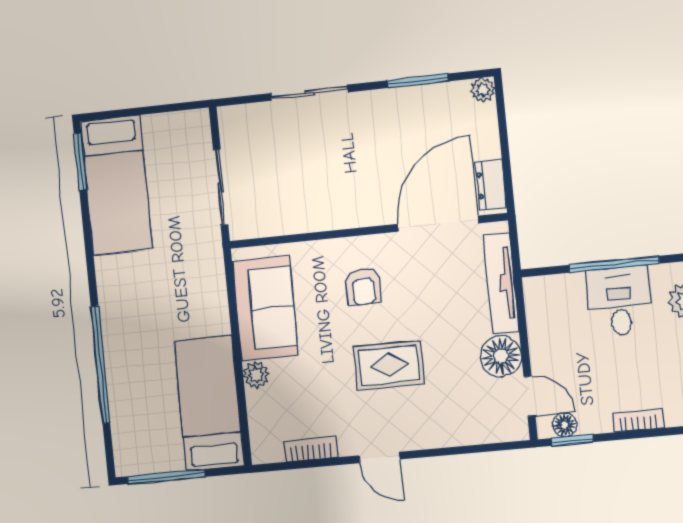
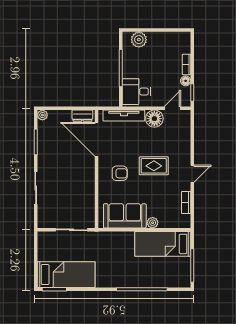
desk: (620, 301) -> (136, 92), moved
rug: (389, 365) -> (154, 166), turned 90
floor lamp: (565, 425) -> (186, 81), moved

